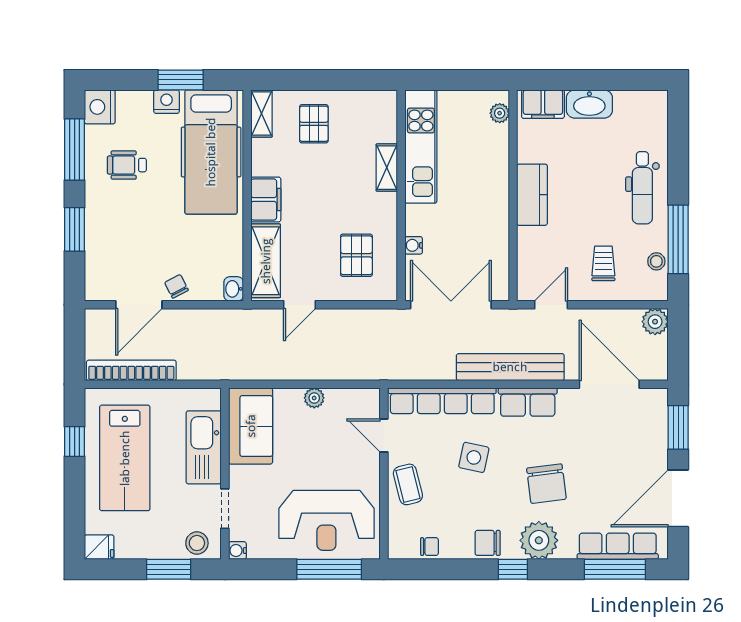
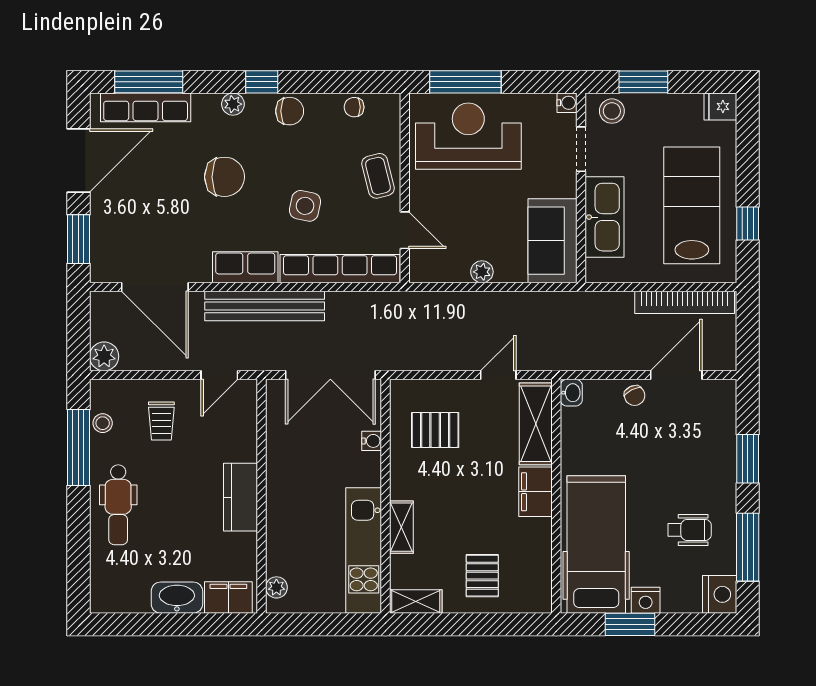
shelving: (262, 113) -> (416, 601), moved, turned 90
dental chair: (642, 188) -> (118, 505), turned 180
pallet: (356, 255) -> (435, 430), turned 90
chair: (546, 484) -> (225, 177), turned 97
plant: (539, 540) -> (233, 104), width x0.53, depth x0.53

